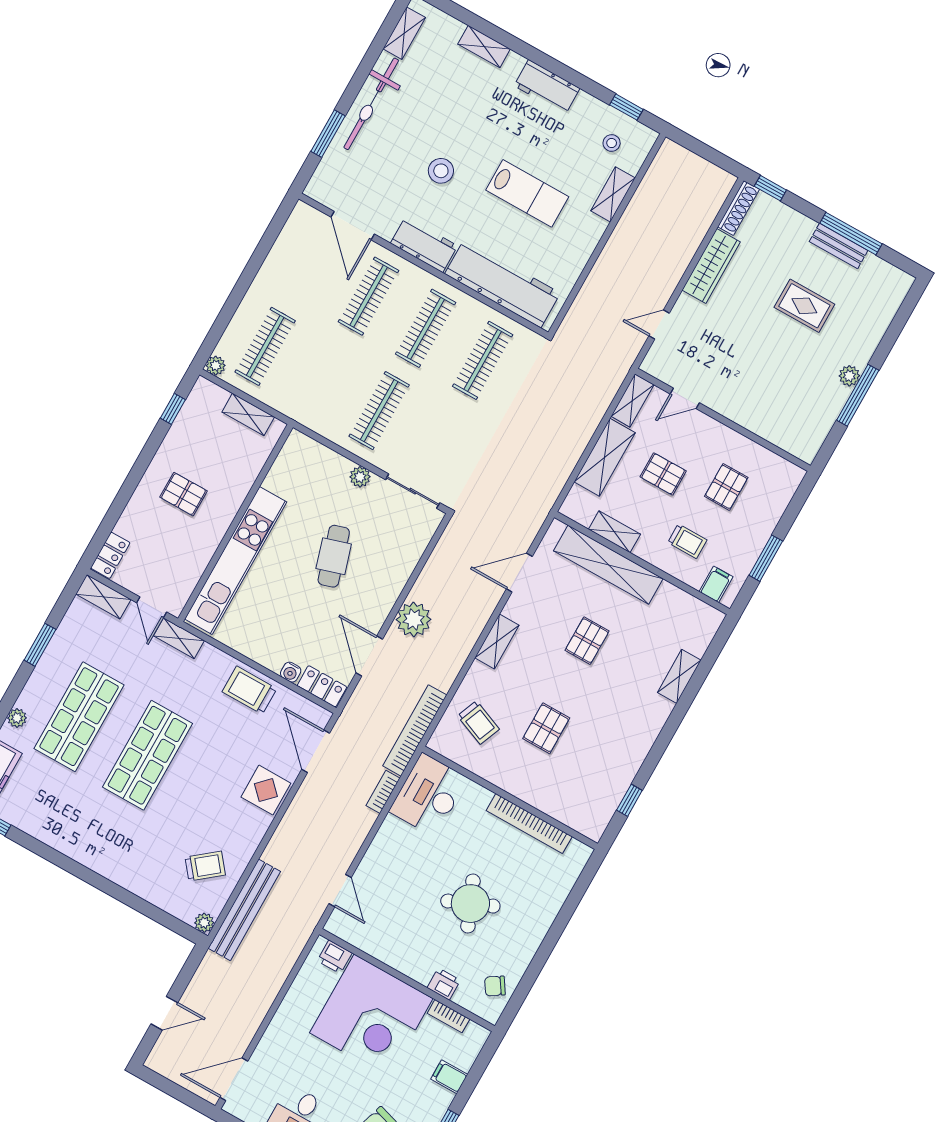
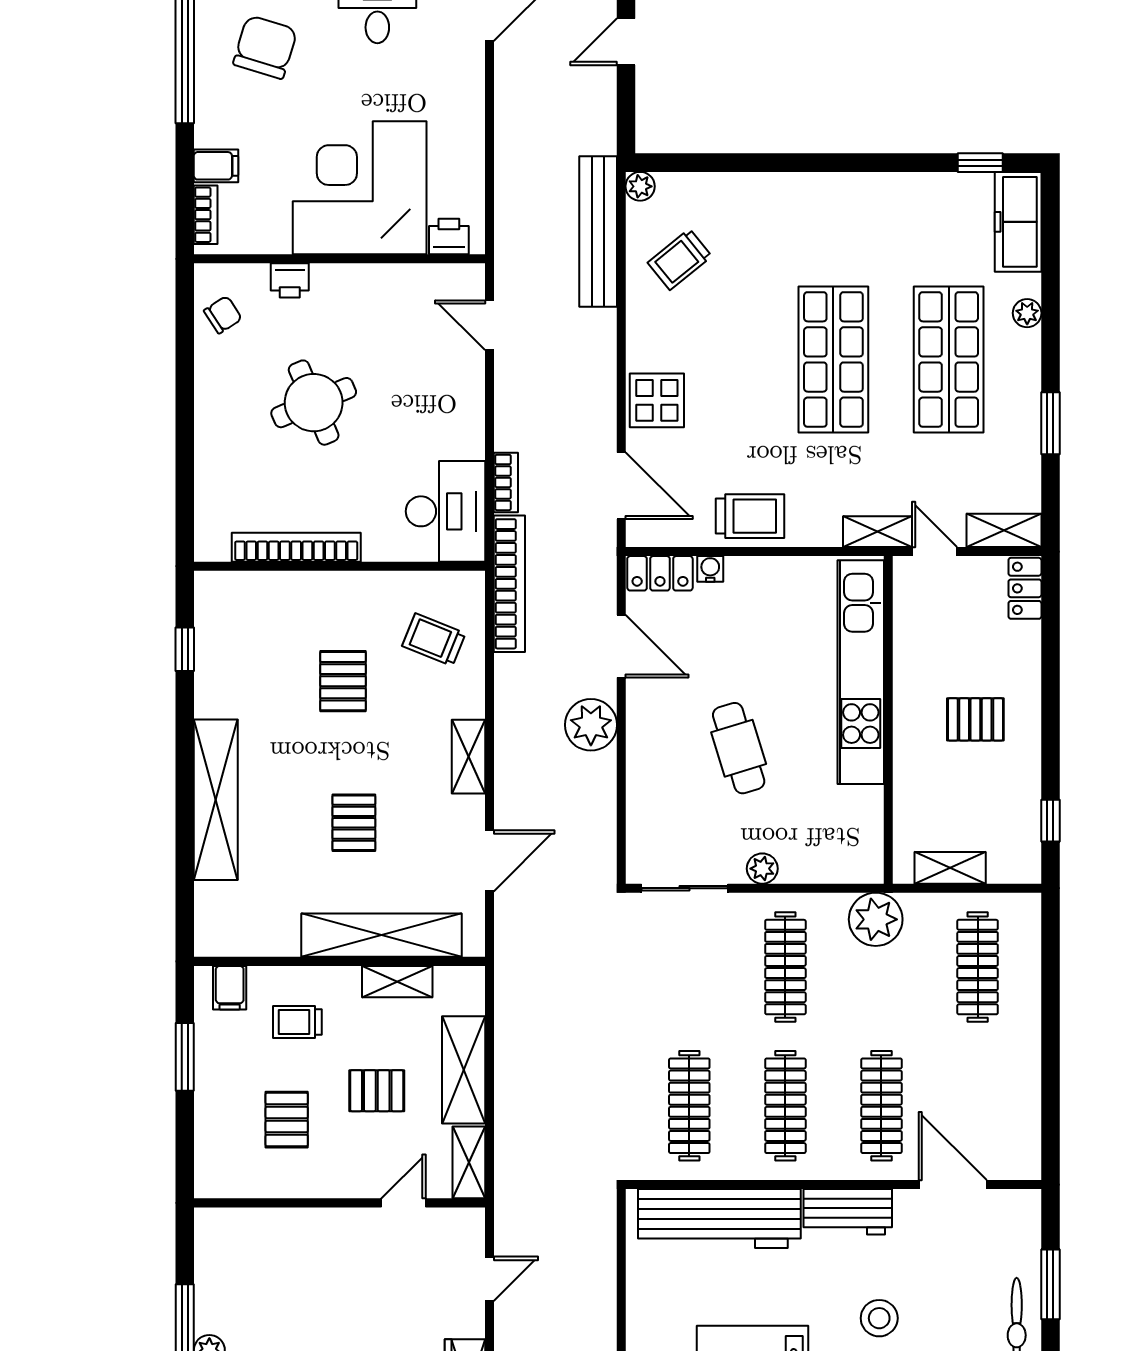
plant: (216, 366) -> (876, 919), moved, width x1.87, depth x1.87
shelving: (679, 676) -> (216, 800), width x2.20, depth x1.33
bookcase: (448, 1016) -> (206, 215), moved, turned 90

